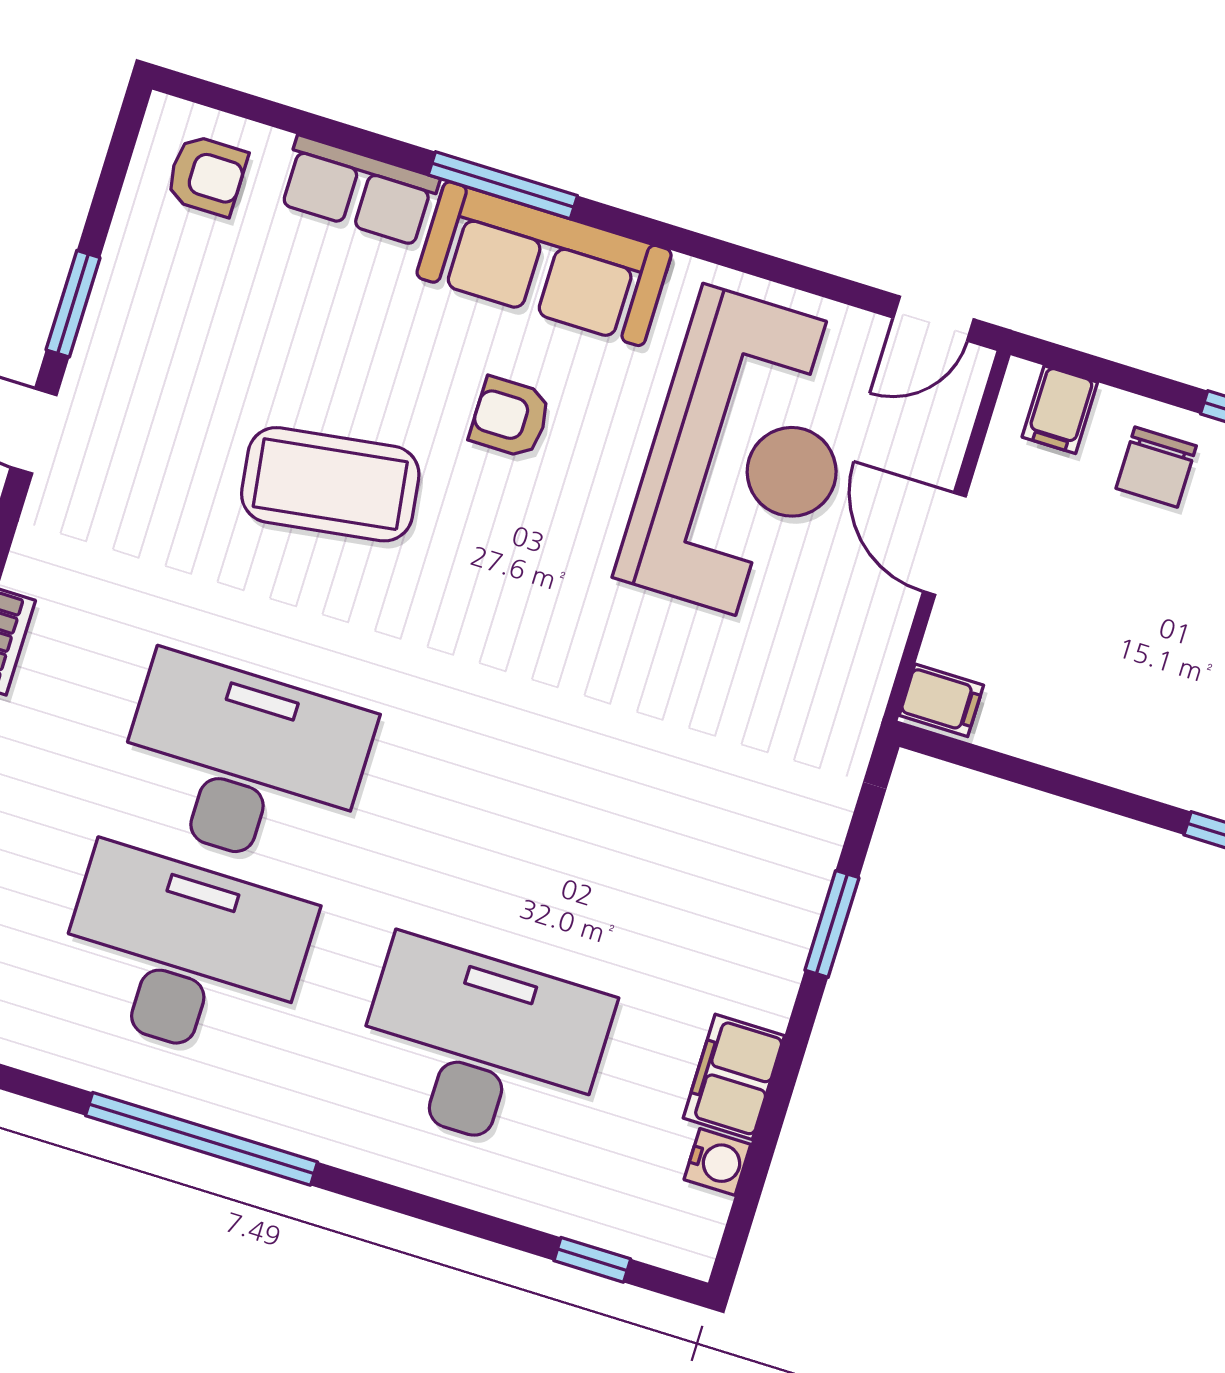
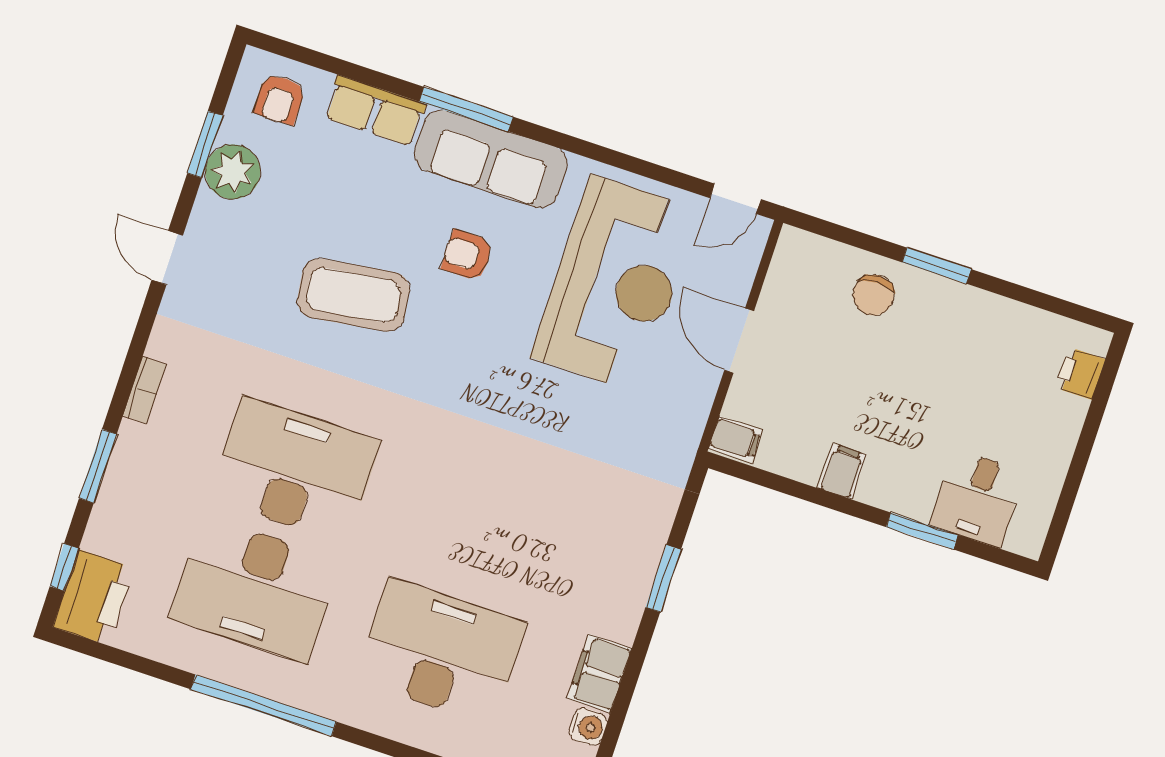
armchair: (207, 175) -> (280, 99), turned 90
plant: (135, 292) -> (233, 172), added
window: (73, 304) -> (205, 144), moved
filing cabinet: (1060, 410) -> (842, 471), moved, turned 180
desk: (184, 955) -> (255, 589), turned 180

